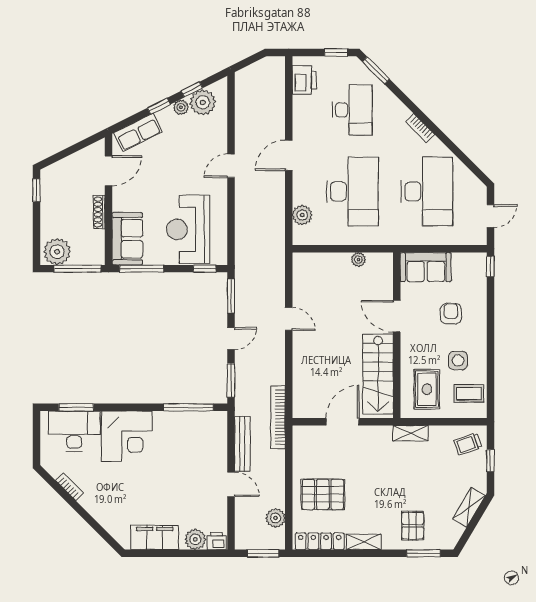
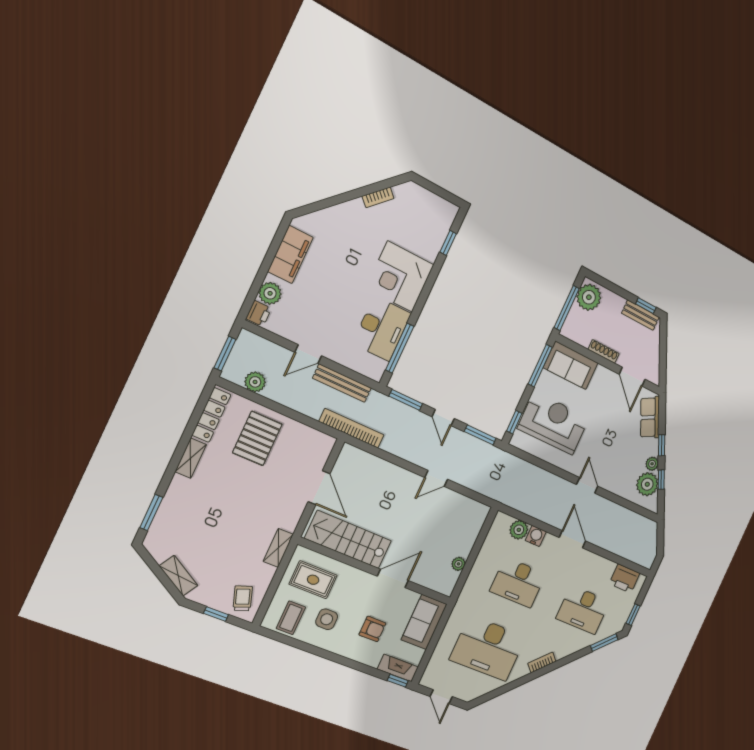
bench: (48, 191) -> (640, 315), added
desk: (352, 191) -> (518, 582), width x0.73, depth x0.77
water cooler: (301, 195) -> (536, 536), added
fireplace: (478, 272) -> (398, 668), added
window: (76, 407) -> (448, 243), width x0.67
desk: (74, 431) -> (382, 329), moved
pallet: (413, 526) -> (185, 513), removed

